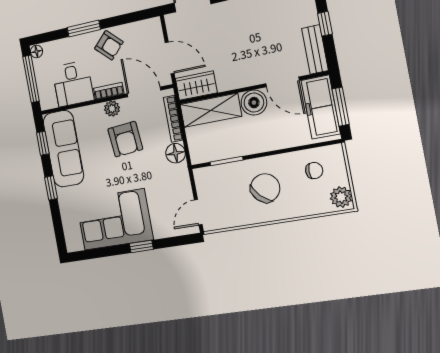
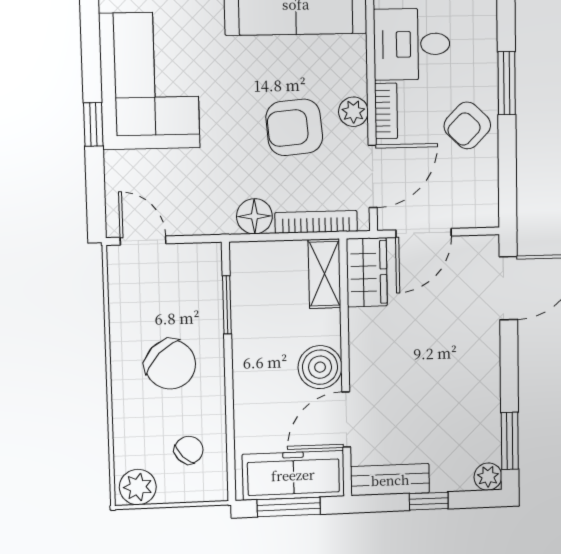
shelving: (211, 110) -> (324, 274), width x0.67, depth x0.75
chair: (314, 171) -> (189, 450), turned -134

